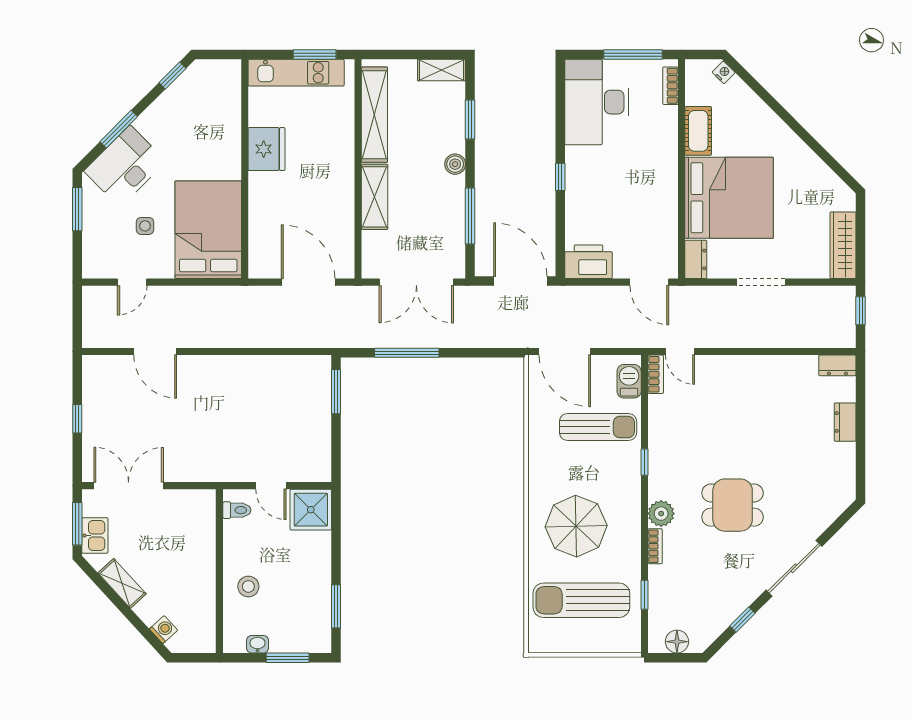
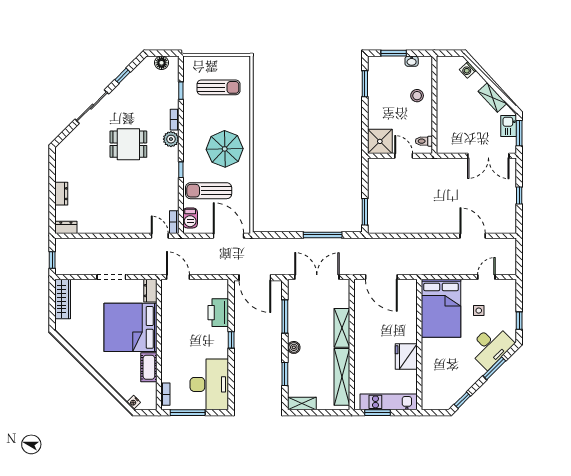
window: (77, 209) -> (519, 321), width x0.67
printer: (588, 262) -> (218, 313), moved, turned 90
parasol: (576, 526) -> (225, 149), moved
sun lounger: (581, 600) -> (219, 87), width x0.73, depth x0.75

